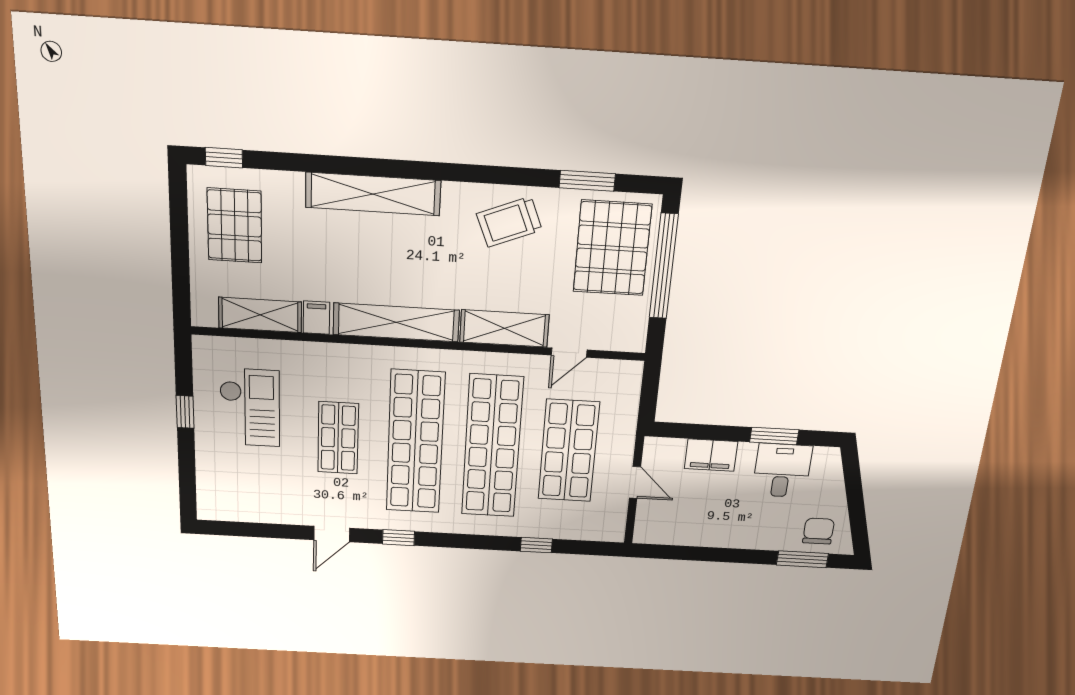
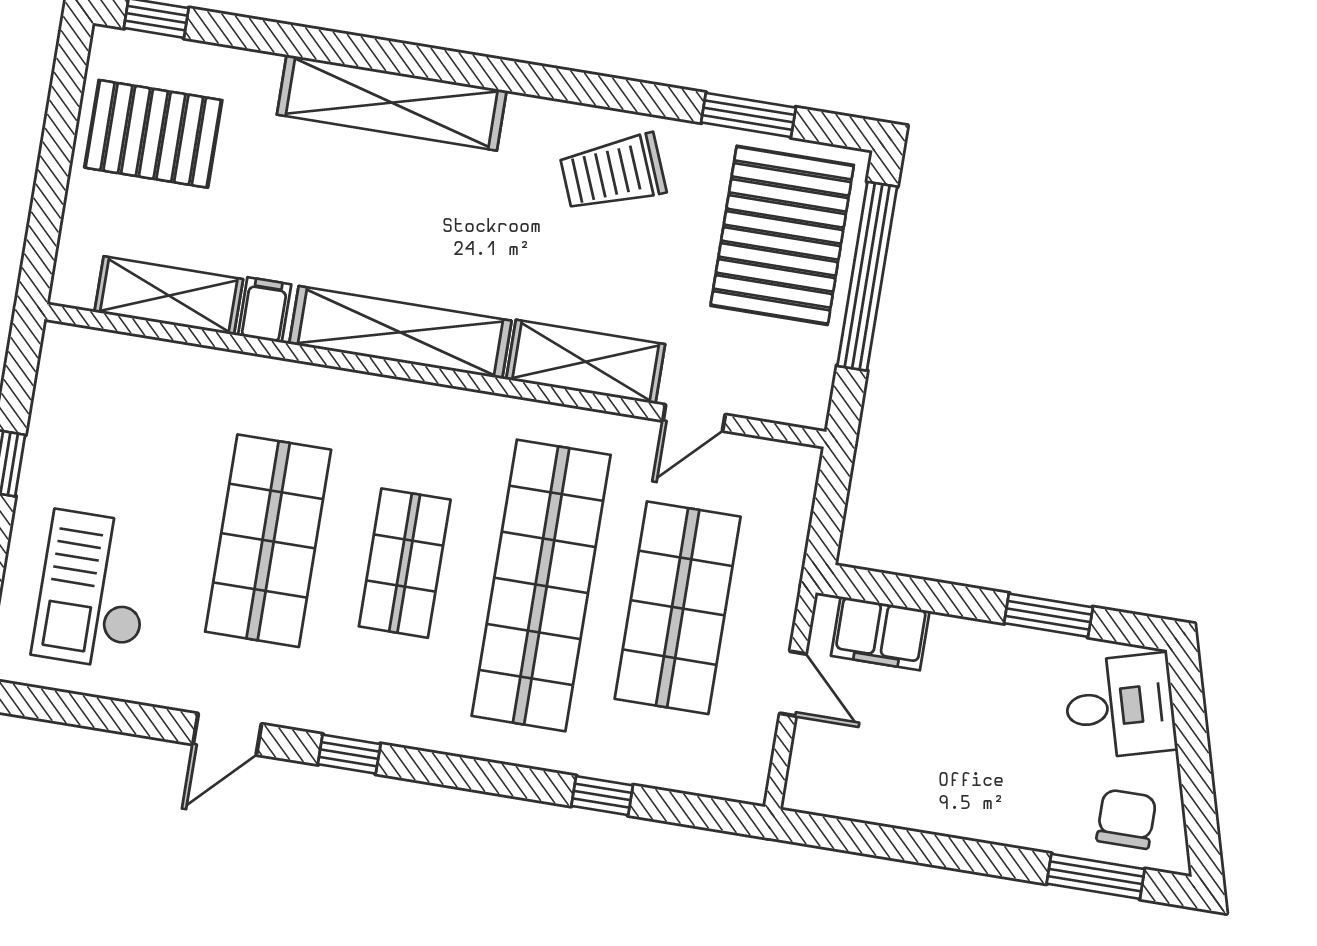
pallet: (235, 226) -> (153, 134), turned 90
checkout: (250, 407) -> (94, 590), moved, turned 180
shop shelf: (338, 438) -> (268, 541), width x1.43, depth x1.36
shop shelf: (415, 442) -> (405, 563), width x0.50, depth x0.74
filing cabinet: (711, 455) -> (880, 633), moved
desk: (782, 470) -> (1120, 706), moved, turned 74

